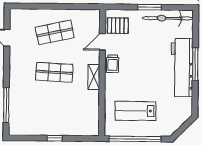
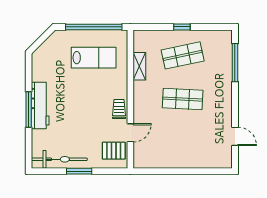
shop shelf: (55, 32) -> (183, 55), moved
workbench: (182, 67) -> (40, 106), width x0.73, depth x0.76
shelving: (94, 77) -> (139, 66), moved

